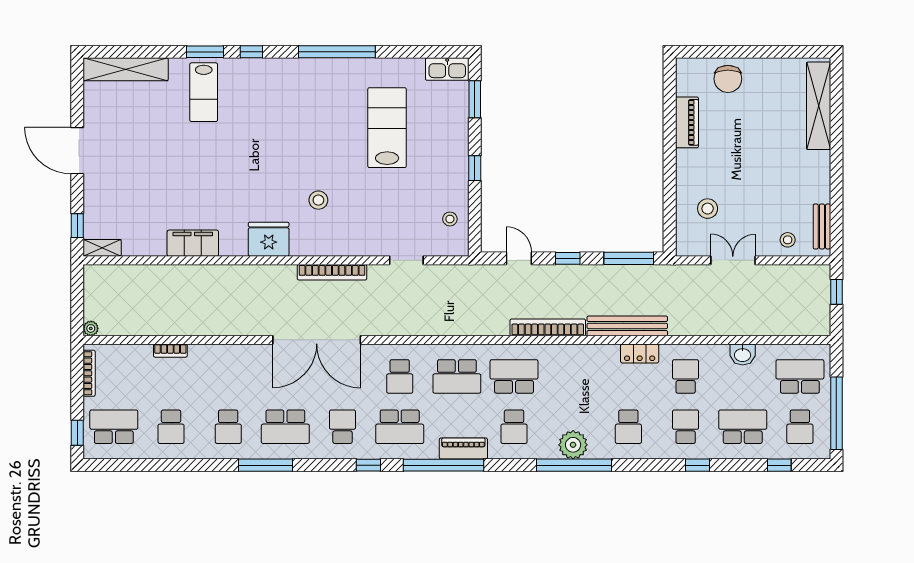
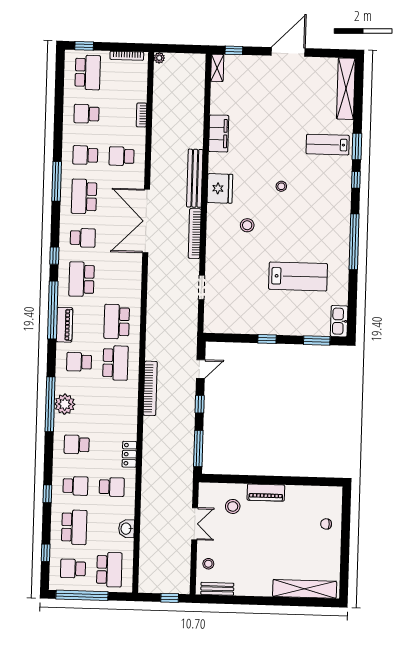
chair: (728, 79) -> (326, 524), width x0.54, depth x0.54
piano: (687, 122) -> (266, 493), moved
stool: (450, 219) -> (281, 186), moved
bench: (627, 326) -> (195, 178), moved
school desk: (400, 376) -> (122, 156), moved

